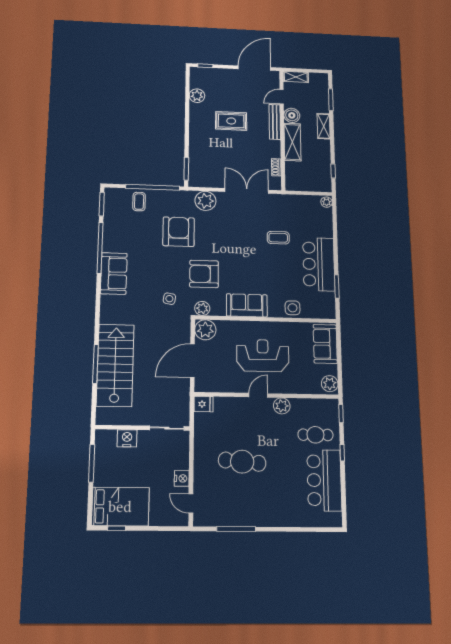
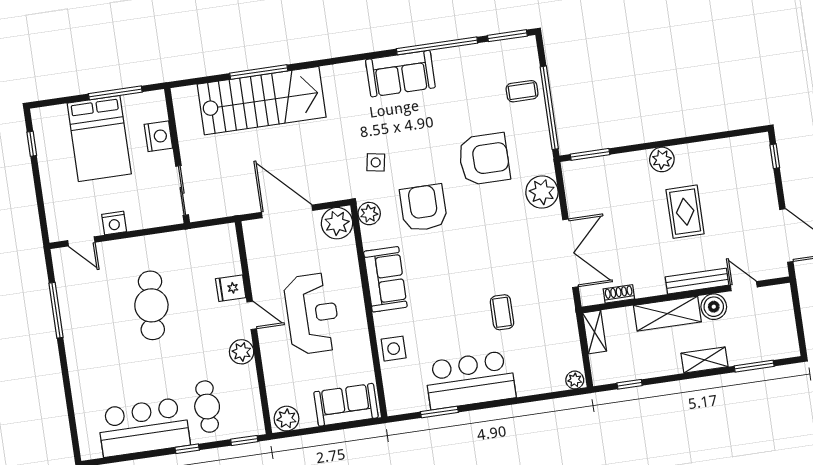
shelving: (296, 77) -> (595, 332), moved
plant: (197, 96) -> (662, 159), moved
fridge: (203, 404) -> (231, 288), moved, turned 90
door: (191, 503) -> (81, 241), swing flipped
bed: (120, 507) -> (99, 139), moved

